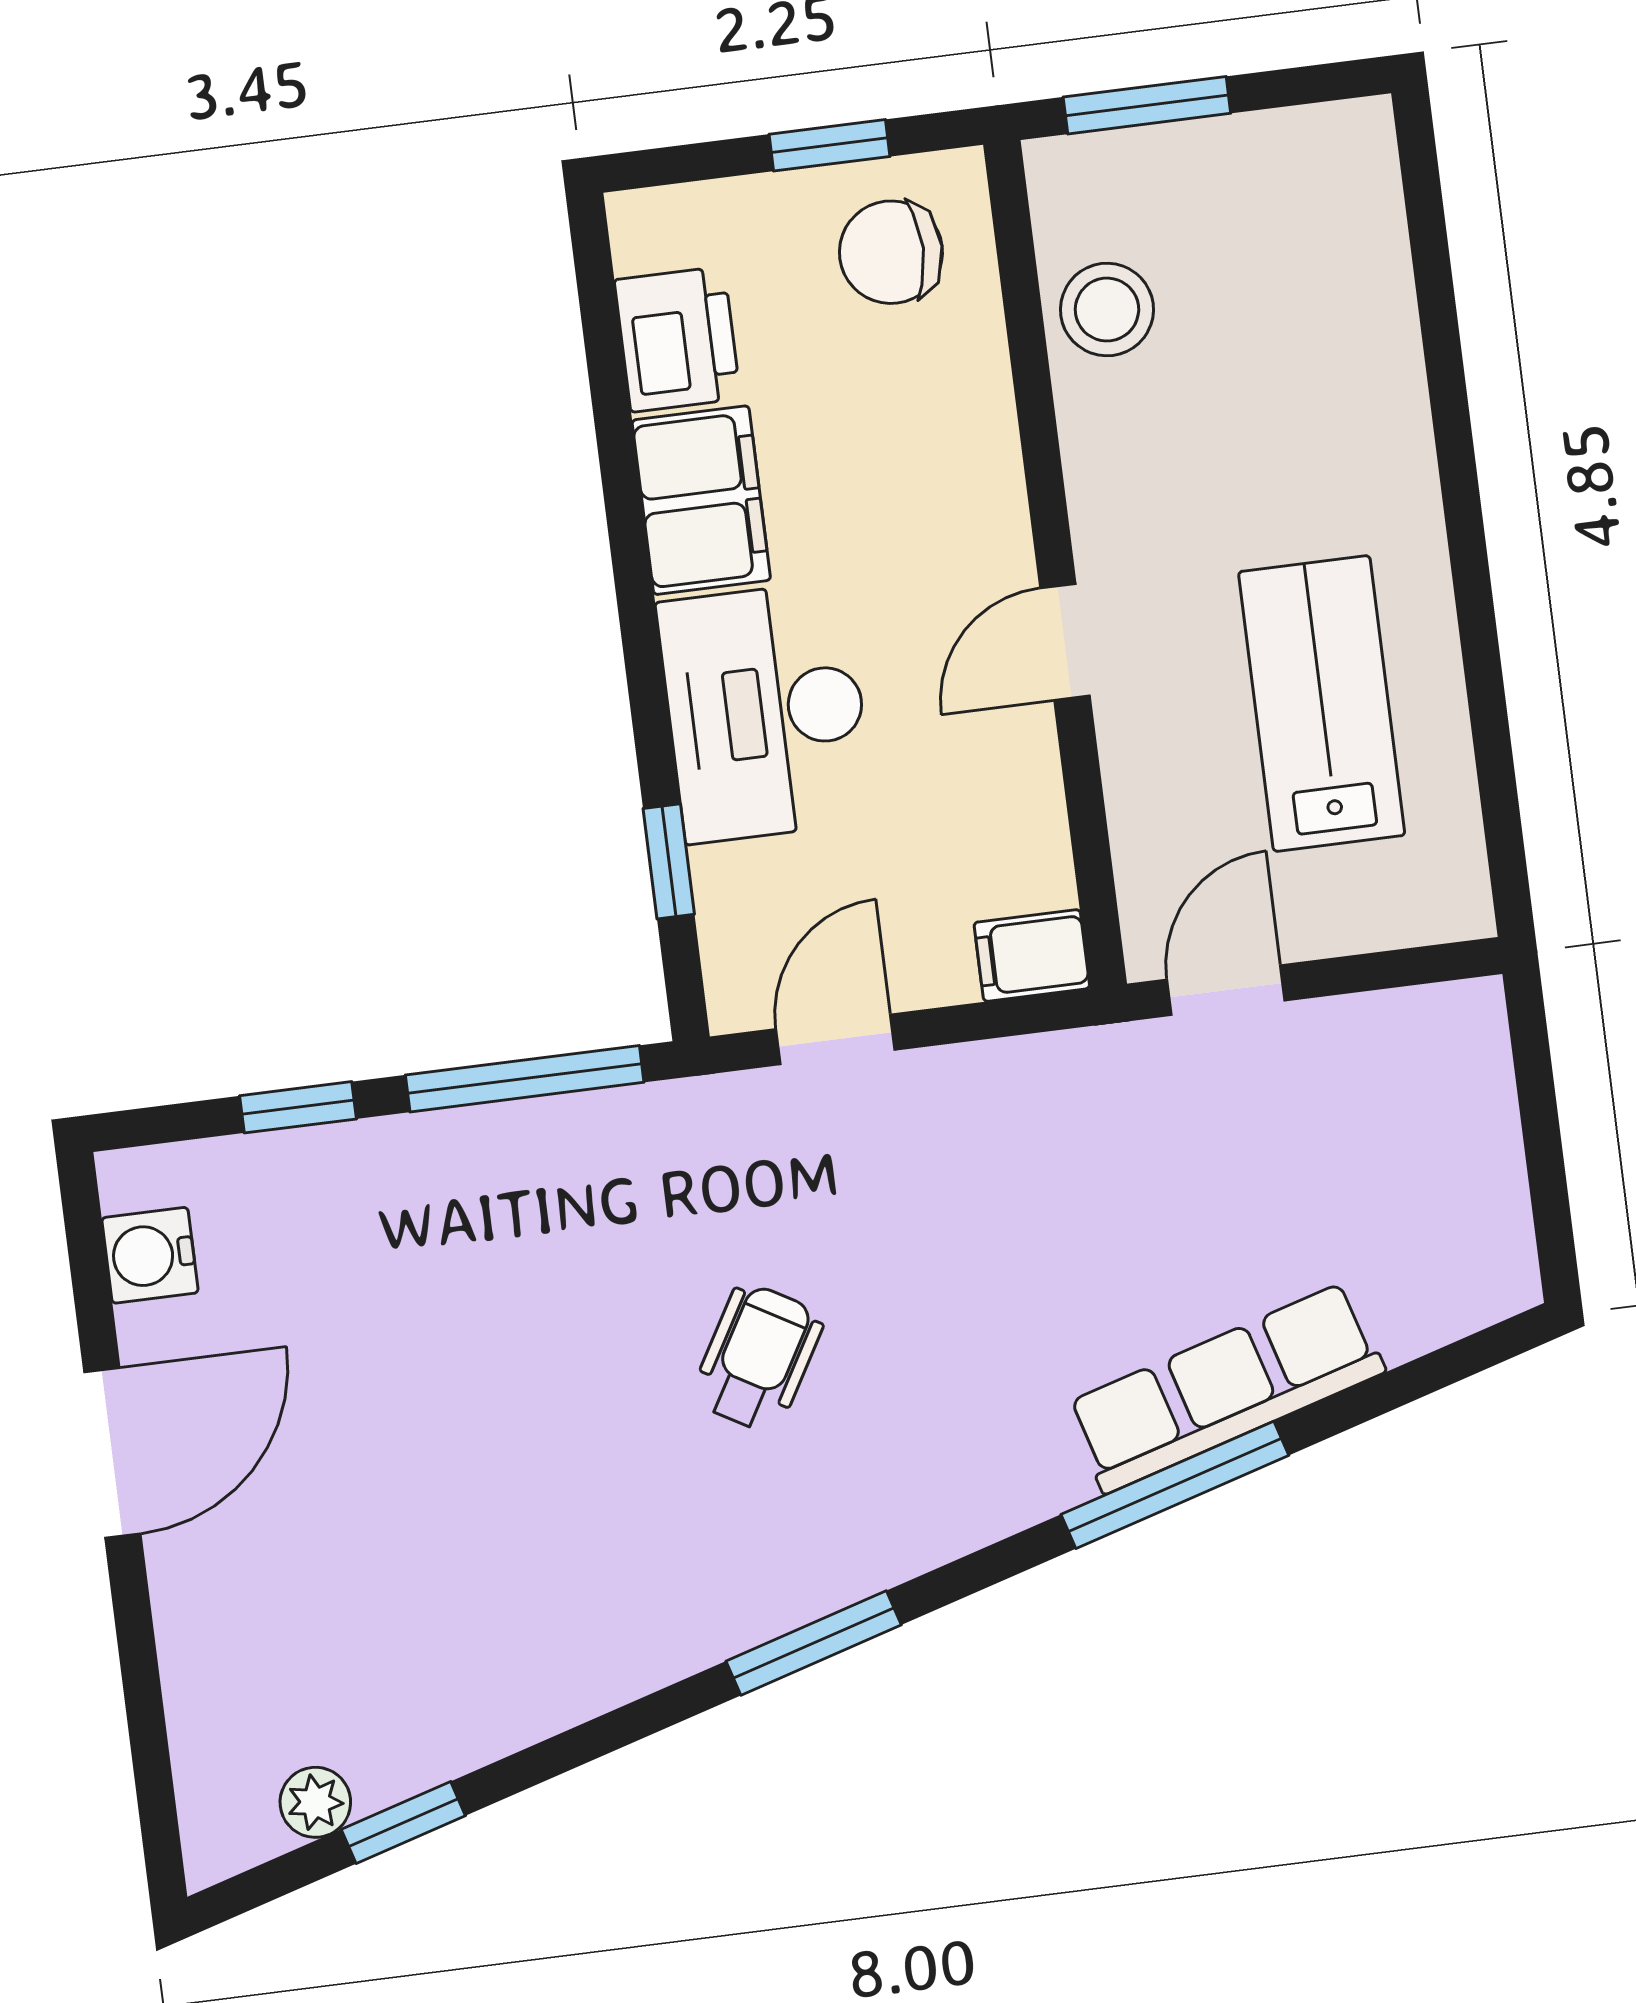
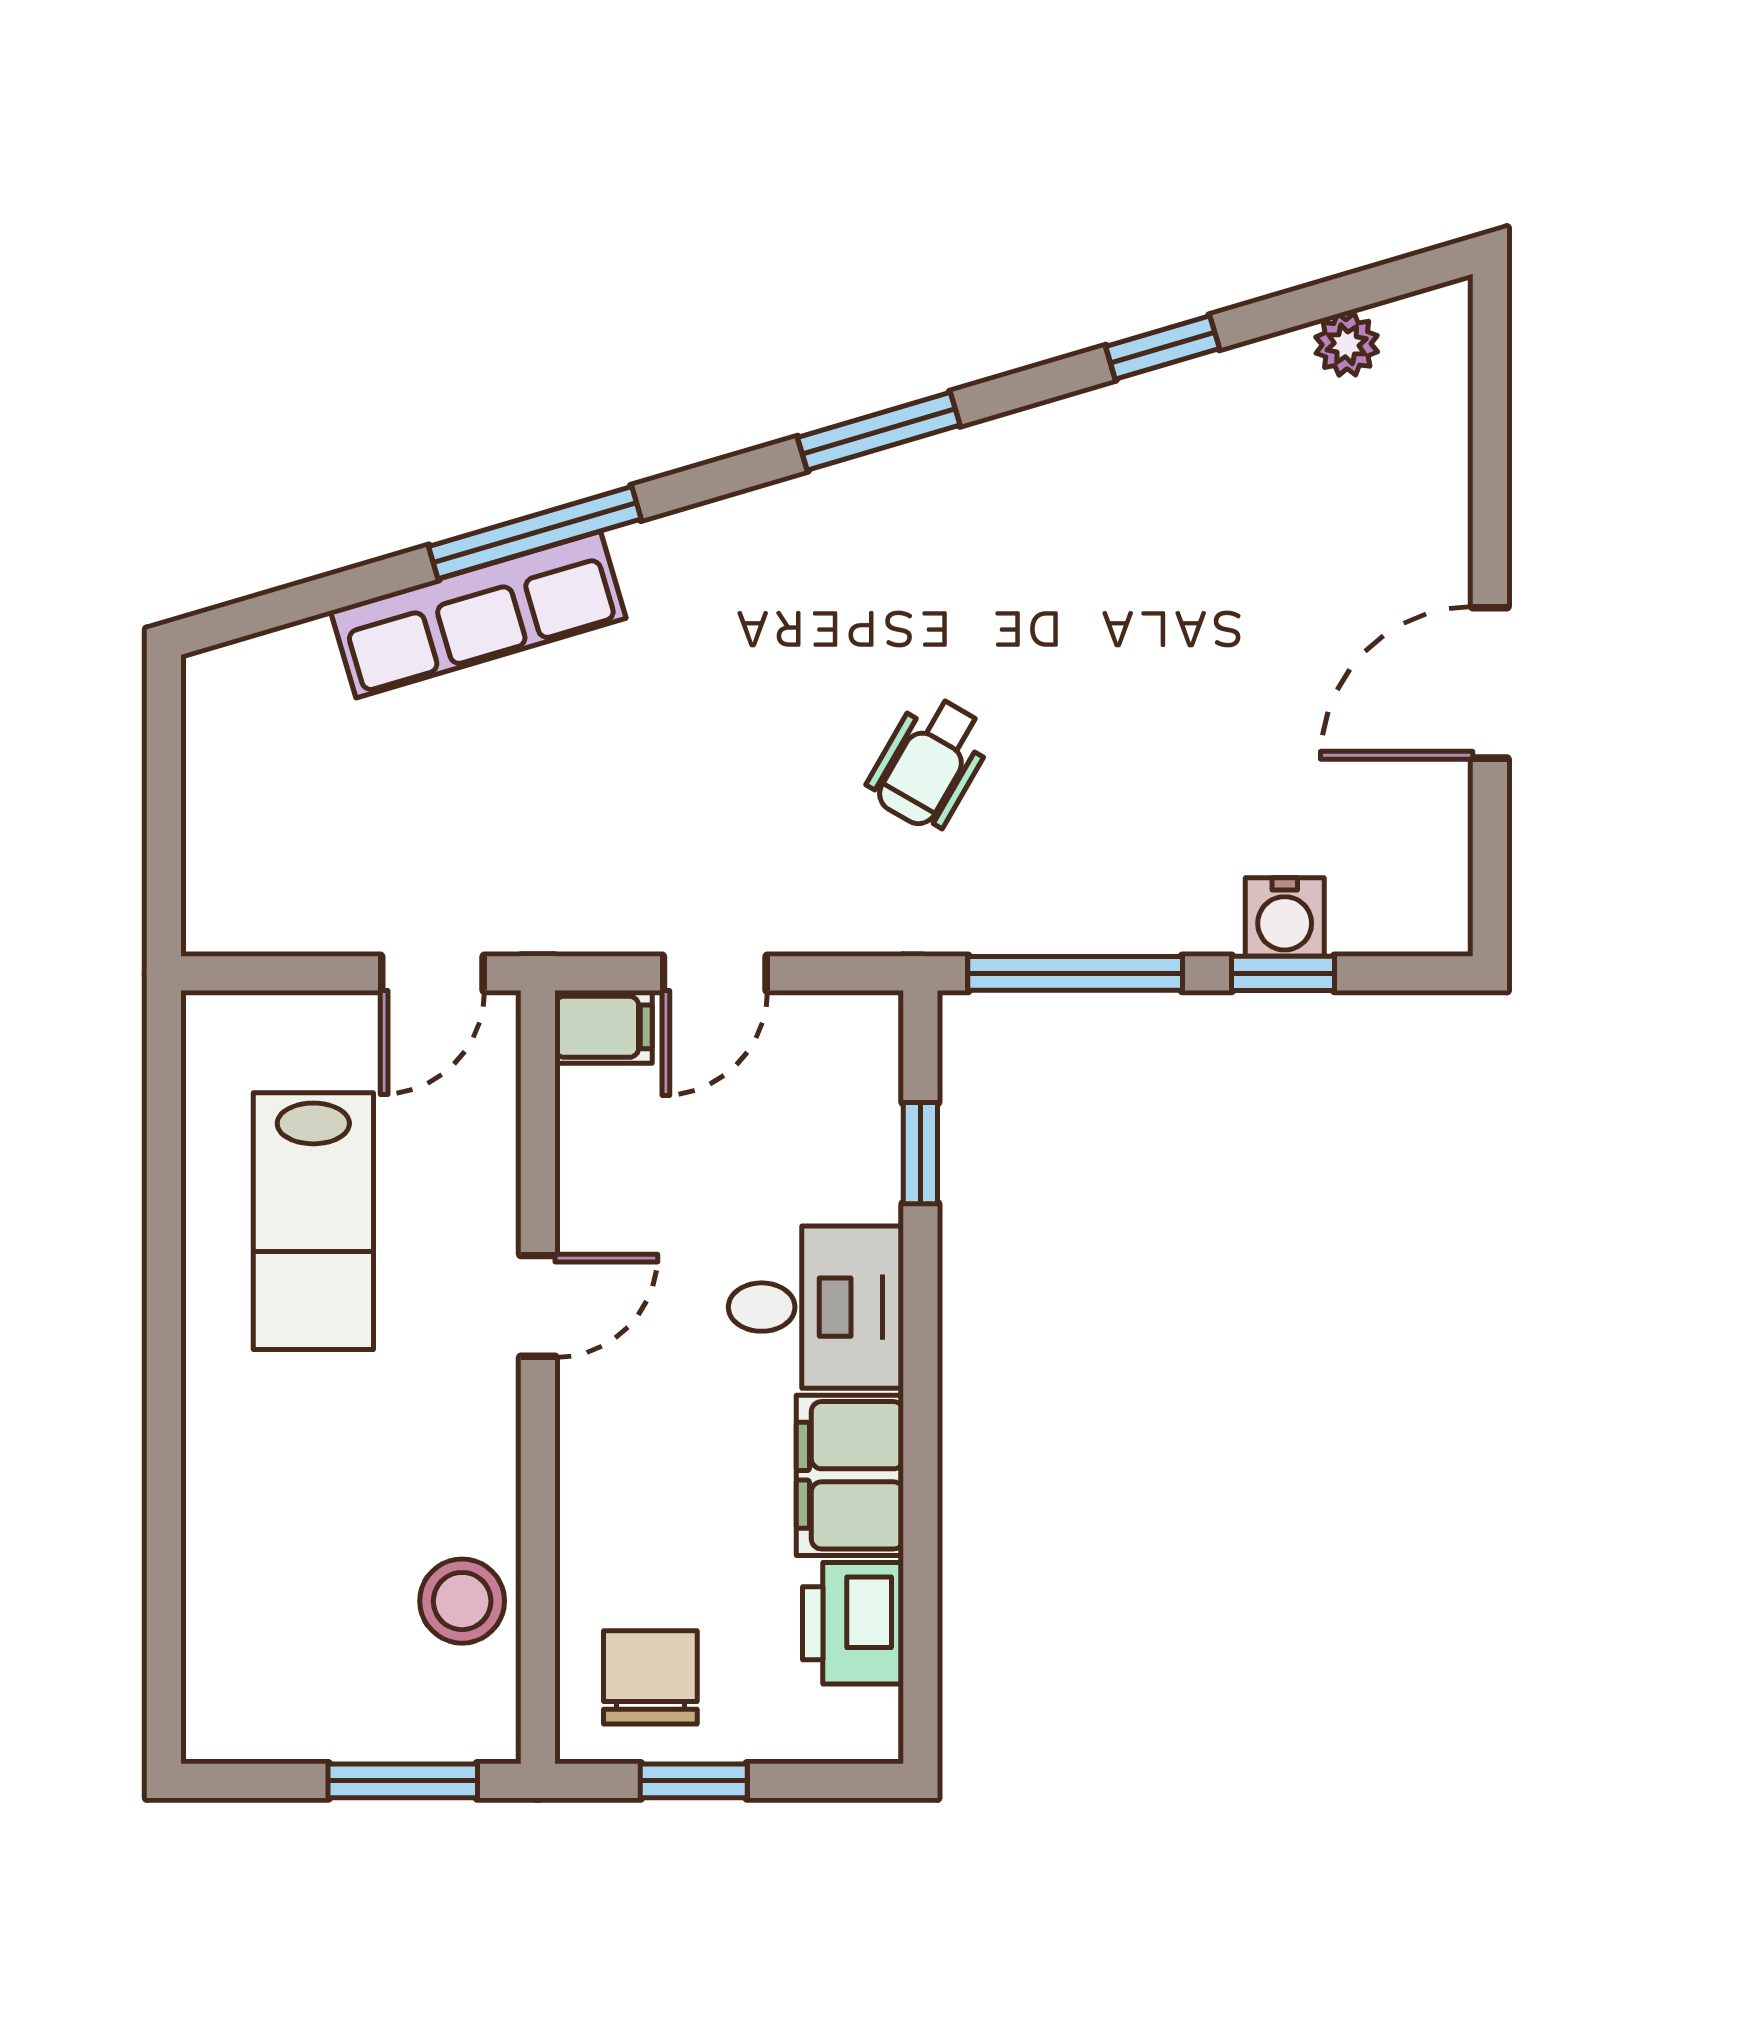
chair: (891, 252) -> (650, 1677), turned -90
desk: (766, 712) -> (816, 1307), width x0.73
door: (835, 1039) -> (715, 973), moved
water cooler: (150, 1255) -> (1285, 917), moved, turned 90
wheelchair: (758, 1358) -> (930, 763), moved
window: (403, 1823) -> (1163, 348), moved

